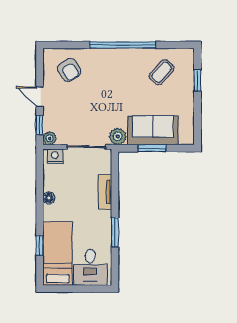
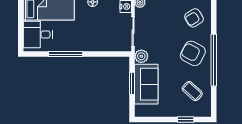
armchair: (114, 71) -> (193, 53), added
tv unit: (105, 192) -> (97, 46), removed
window: (115, 232) -> (66, 54), width x1.44

